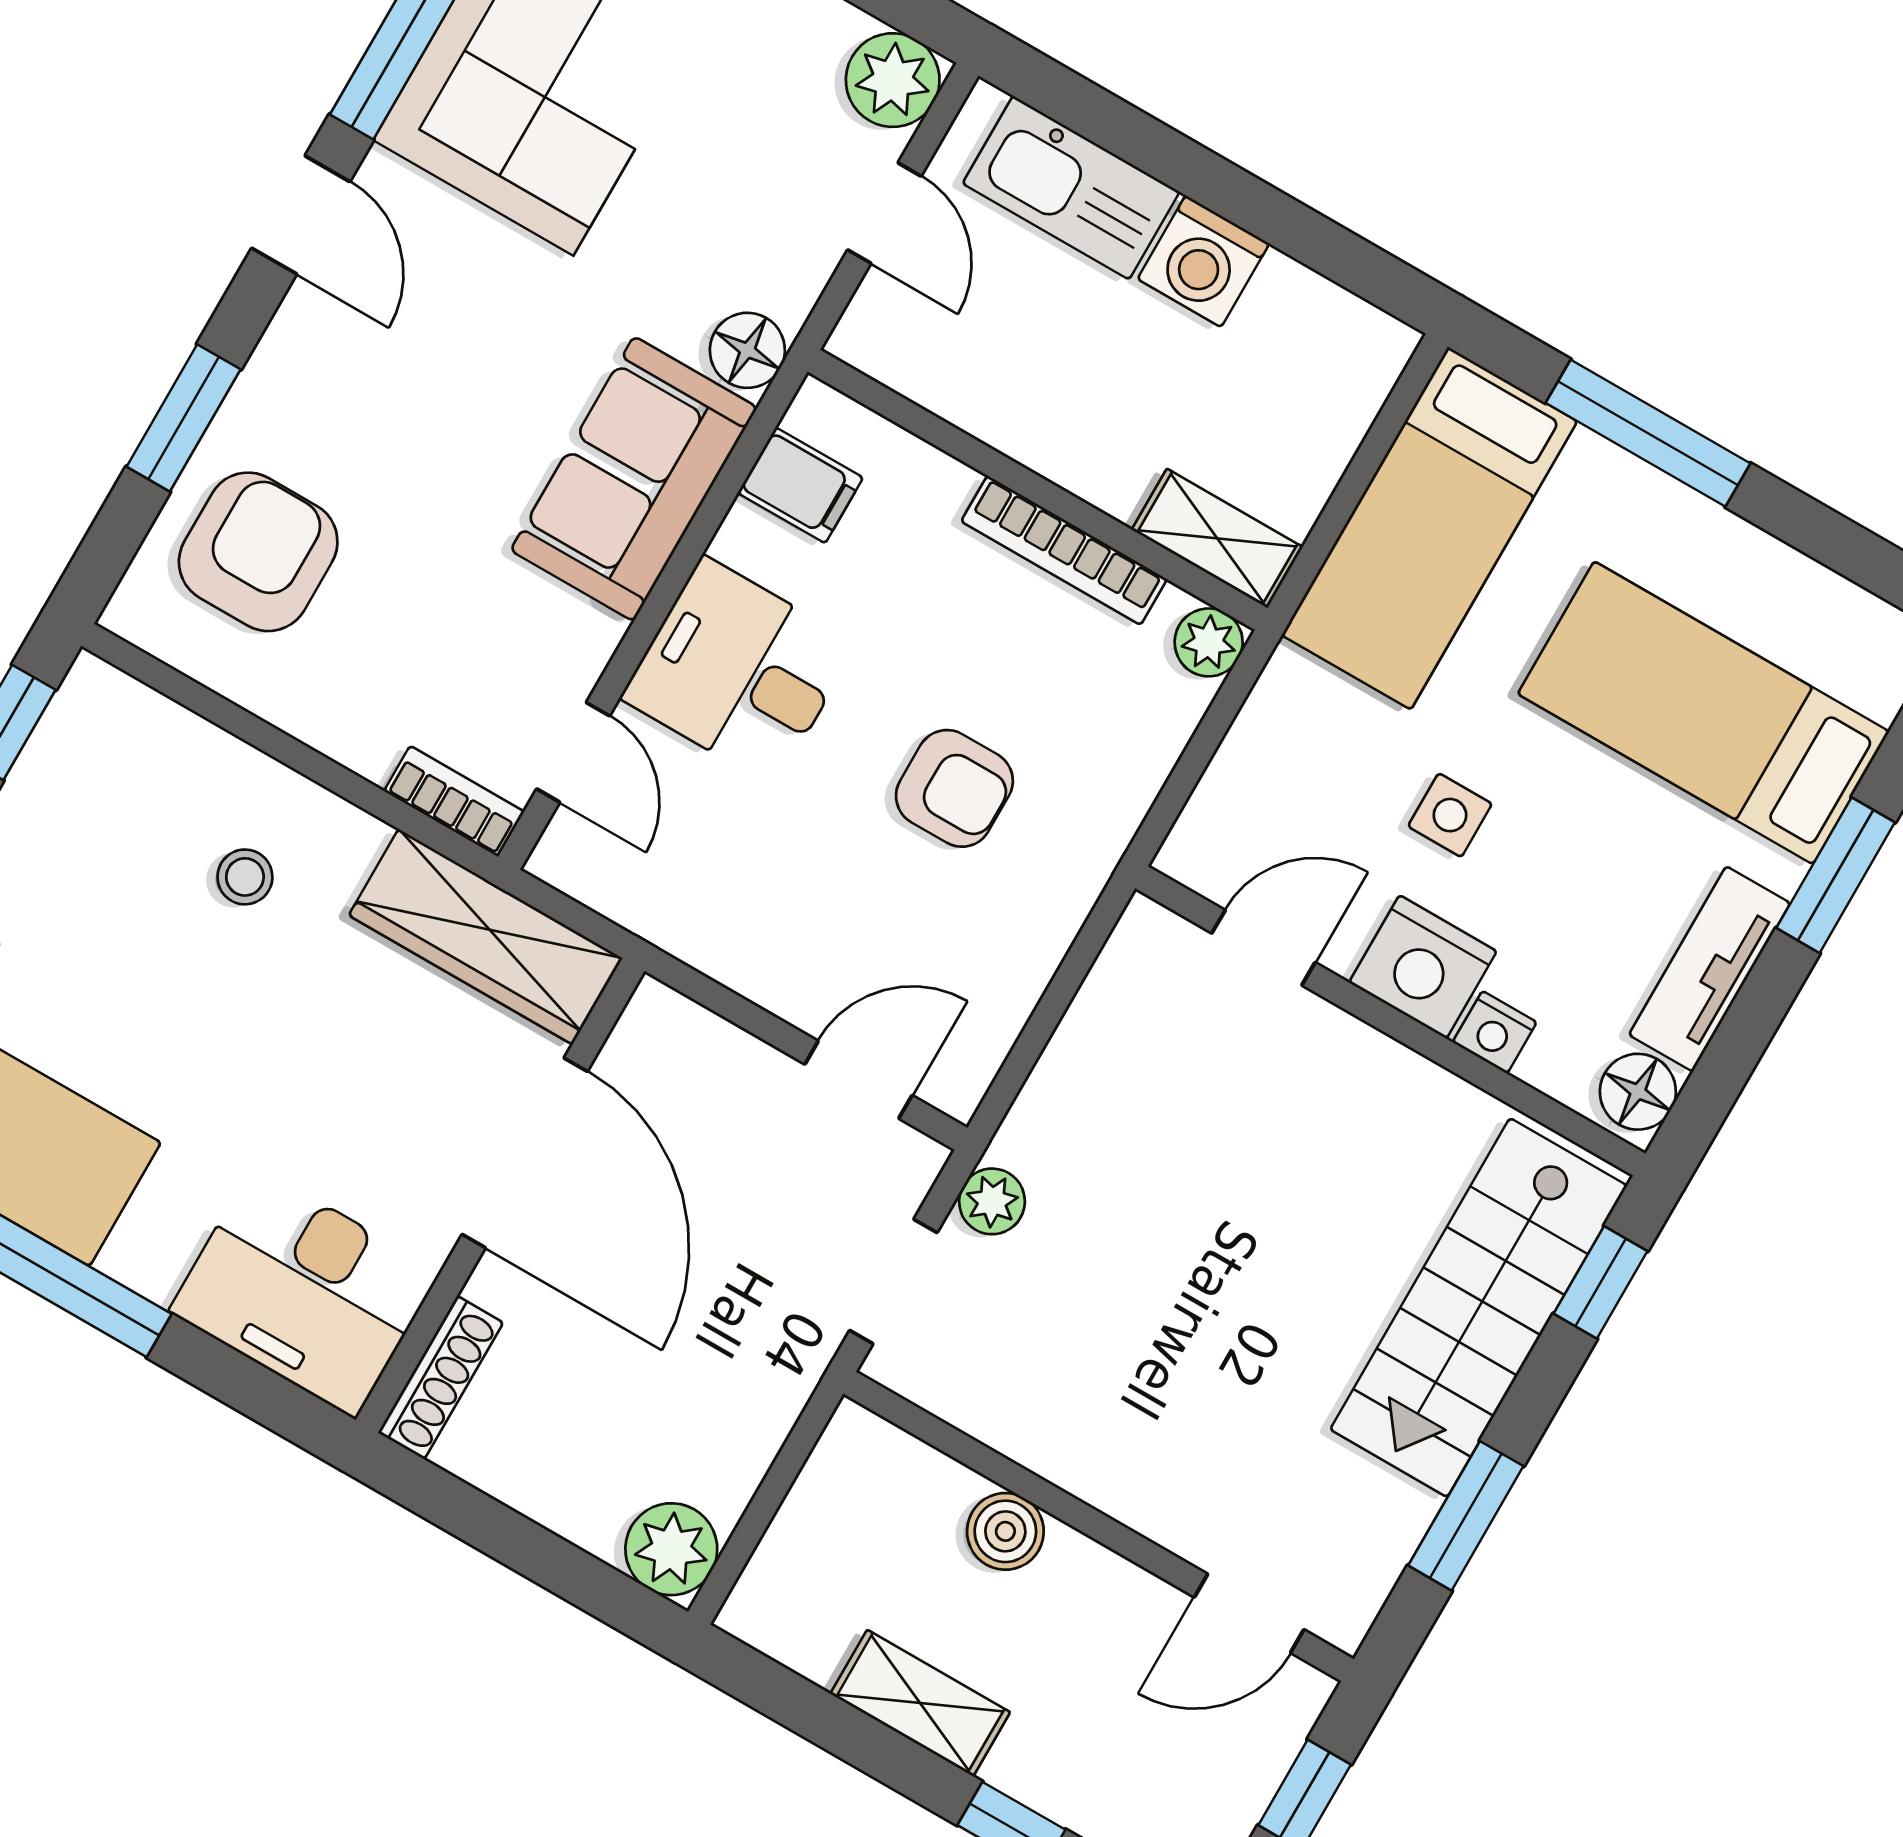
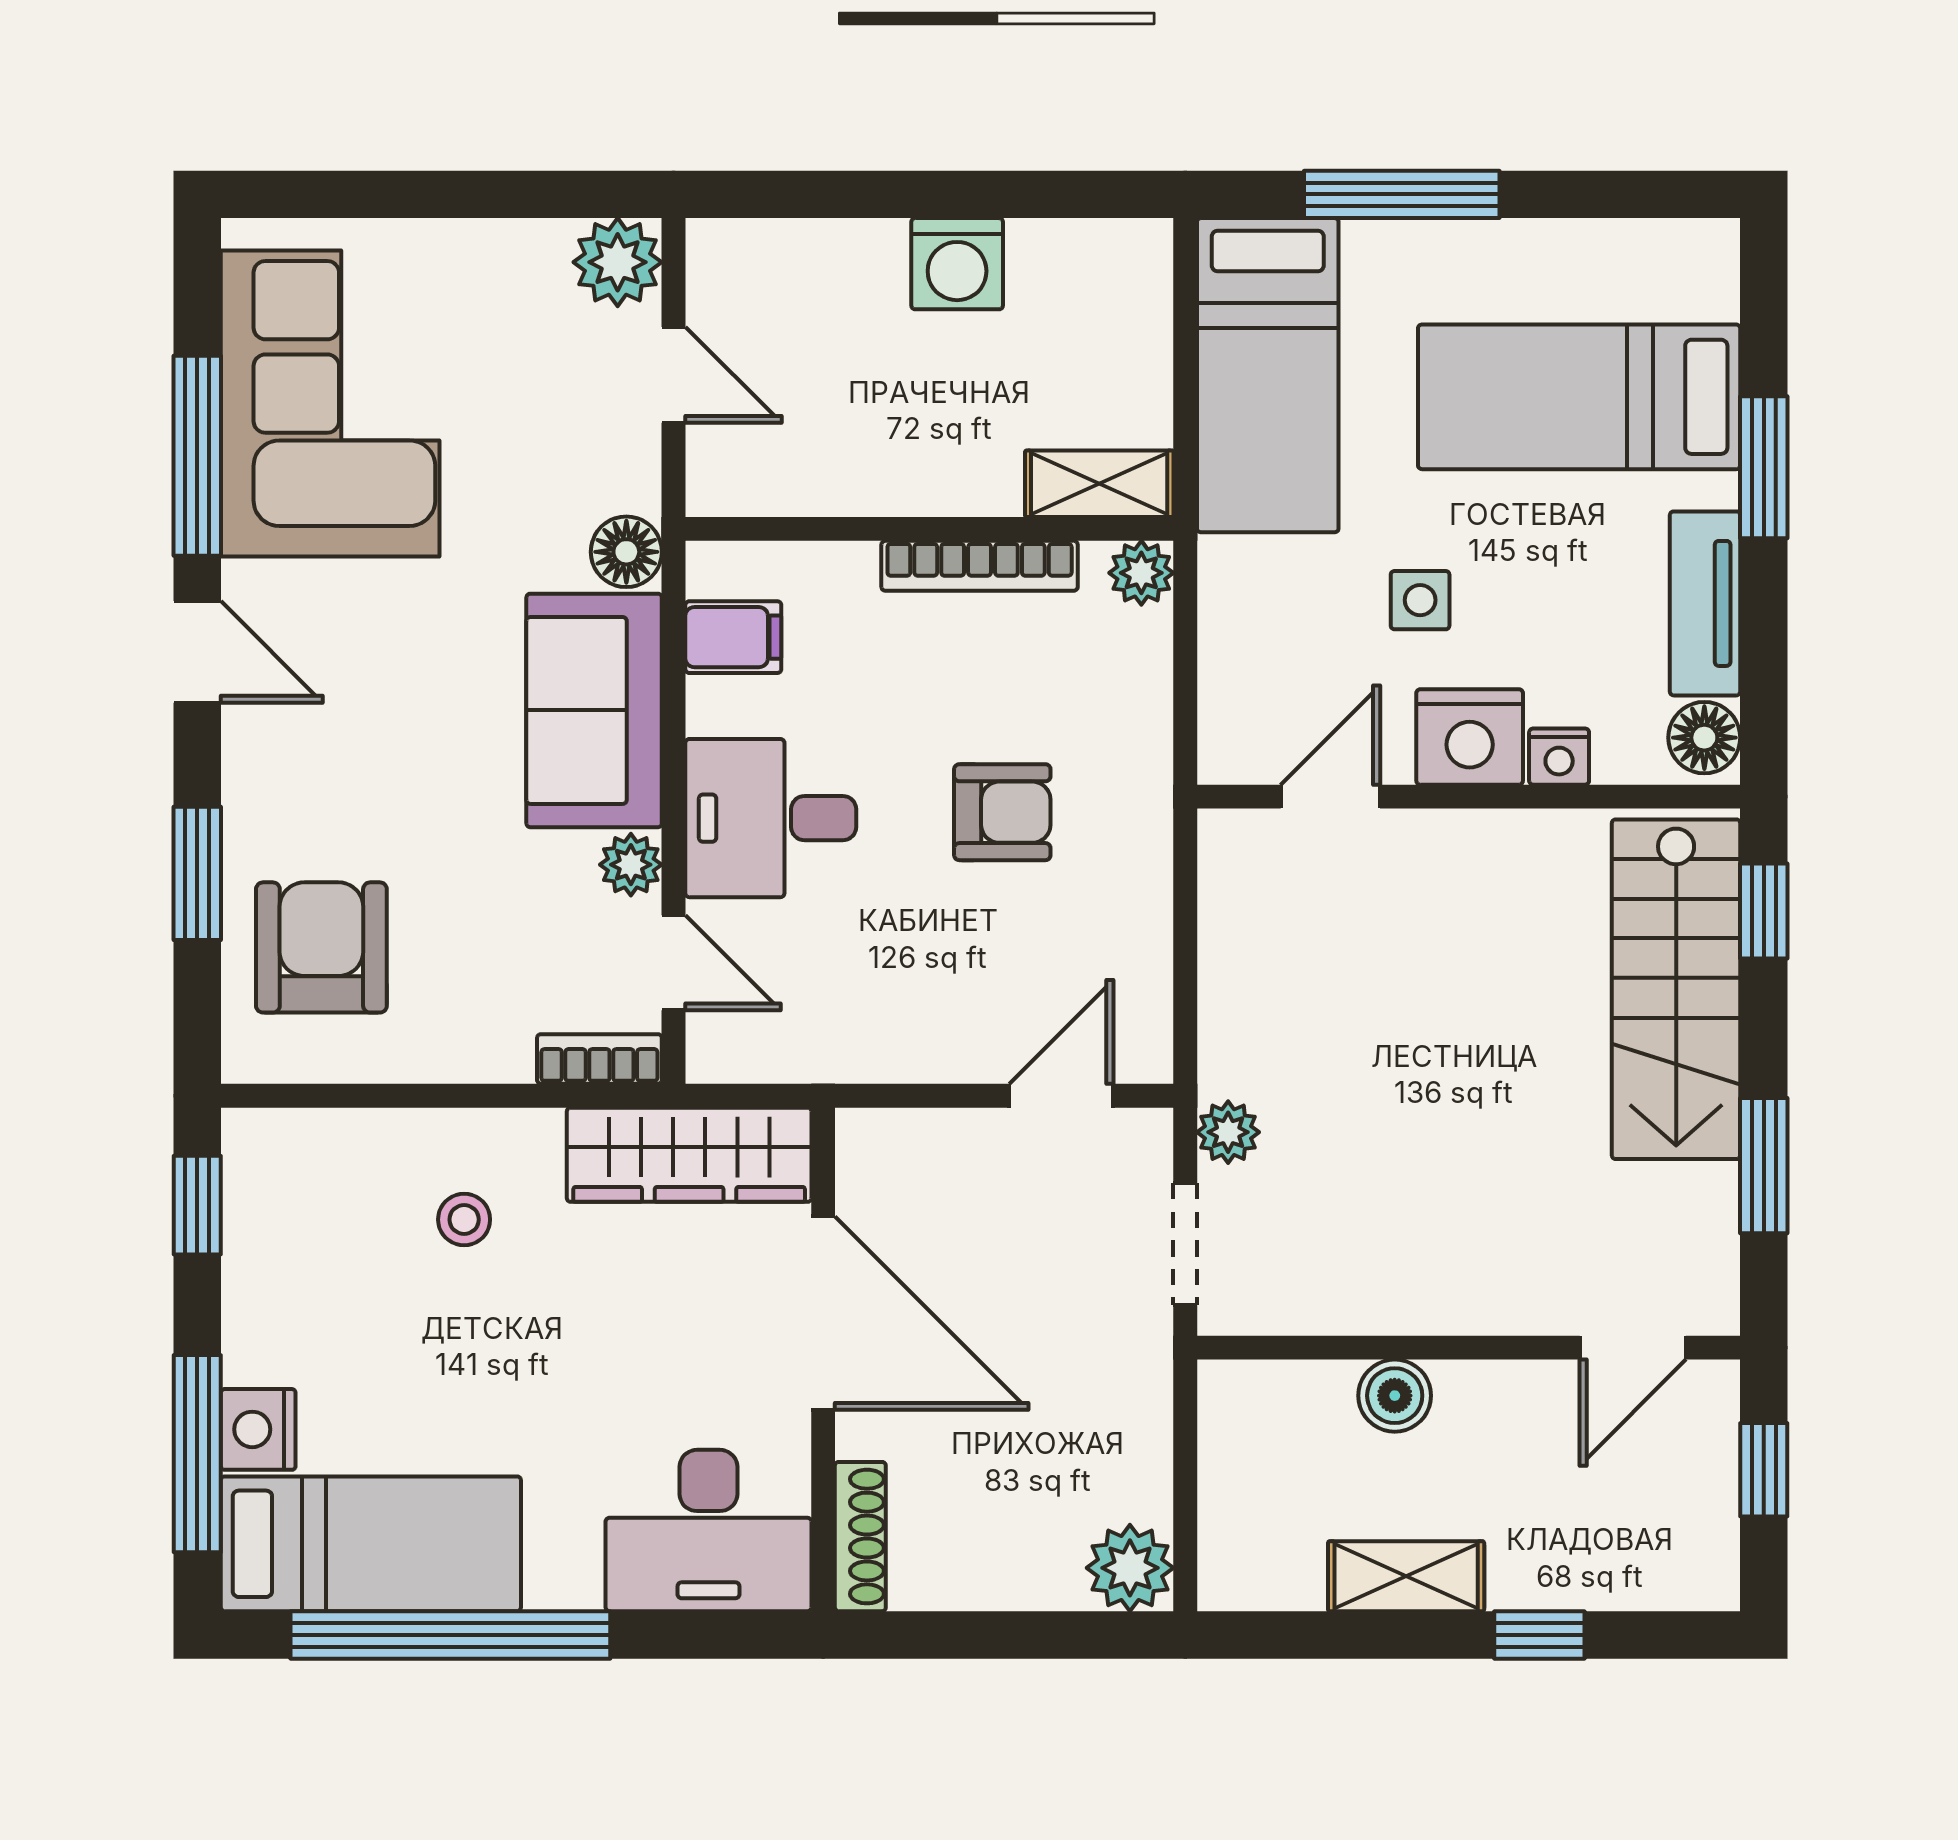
kitchen sink: (1071, 188) -> (814, 266), removed
plant: (586, 640) -> (631, 865), added

